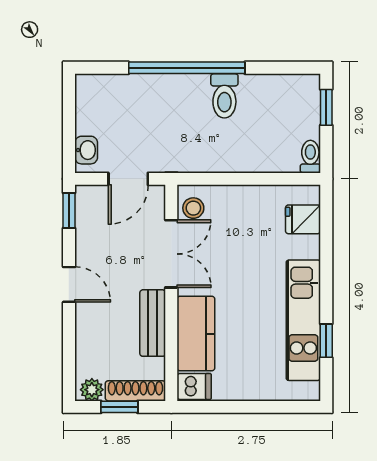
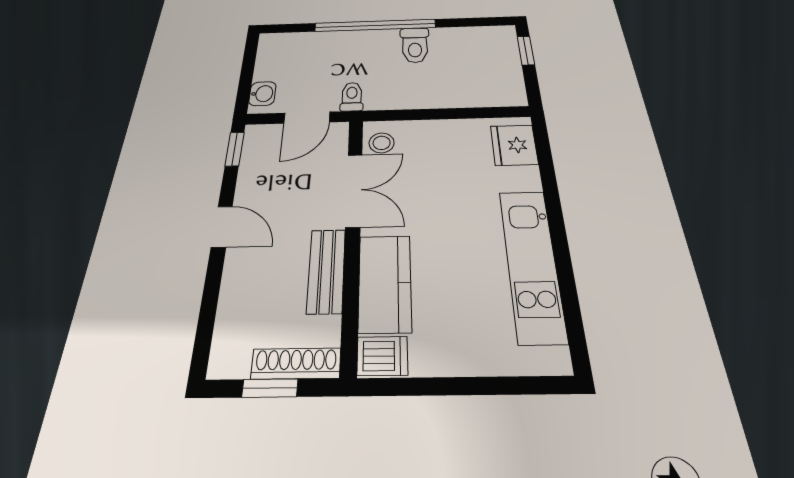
toilet: (310, 157) -> (352, 97), moved
fridge: (303, 219) -> (514, 145), width x1.38
window: (326, 341) -> (568, 289), removed
plant: (92, 390) -> (232, 363), removed

